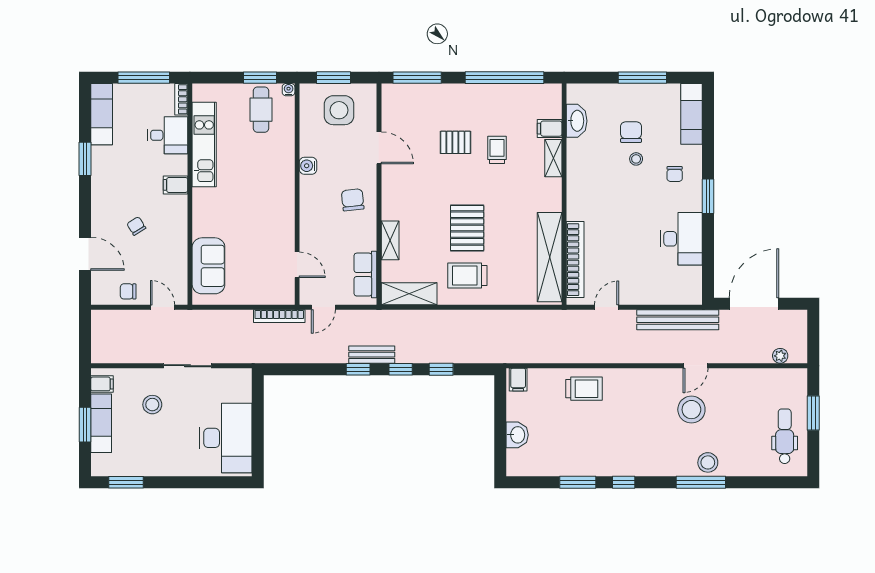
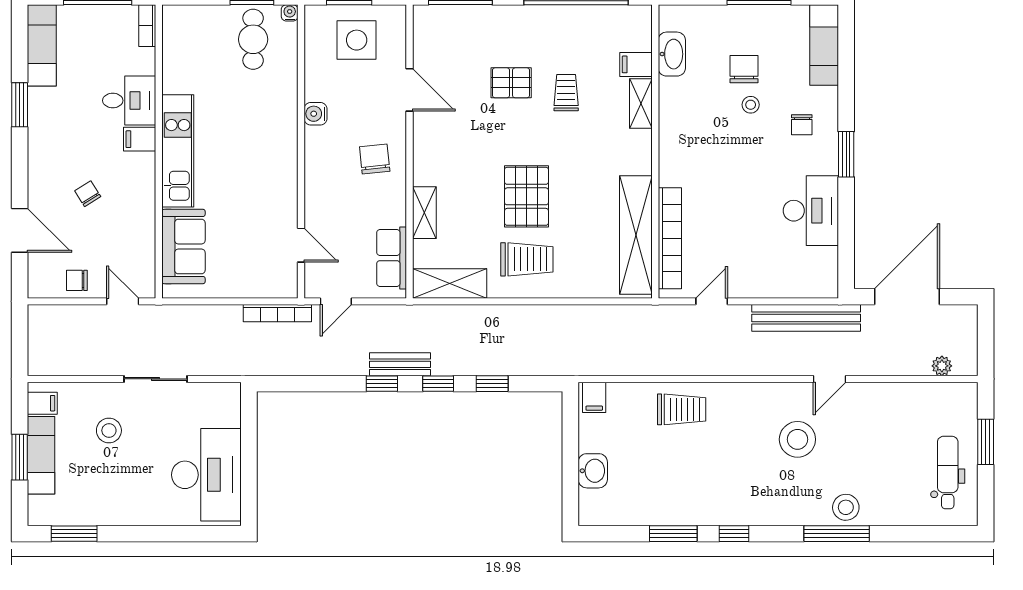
desk: (168, 135) -> (129, 101), moved
kitchen unit: (204, 144) -> (178, 151), moved
trolley: (467, 276) -> (527, 259), turned 180
stool: (691, 410) -> (797, 439), moved

